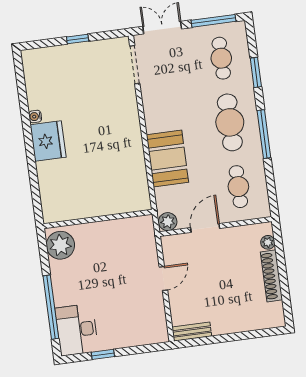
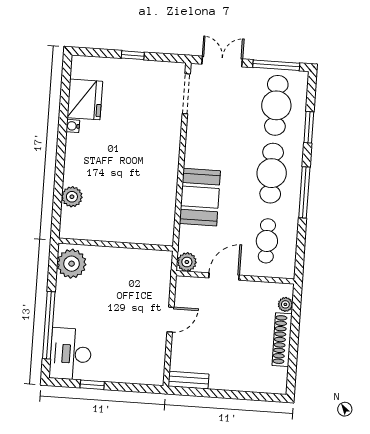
cafe table: (221, 58) -> (276, 105), width x1.37, depth x1.35
fridge: (48, 141) -> (85, 99), moved
plant: (48, 183) -> (72, 197), added

